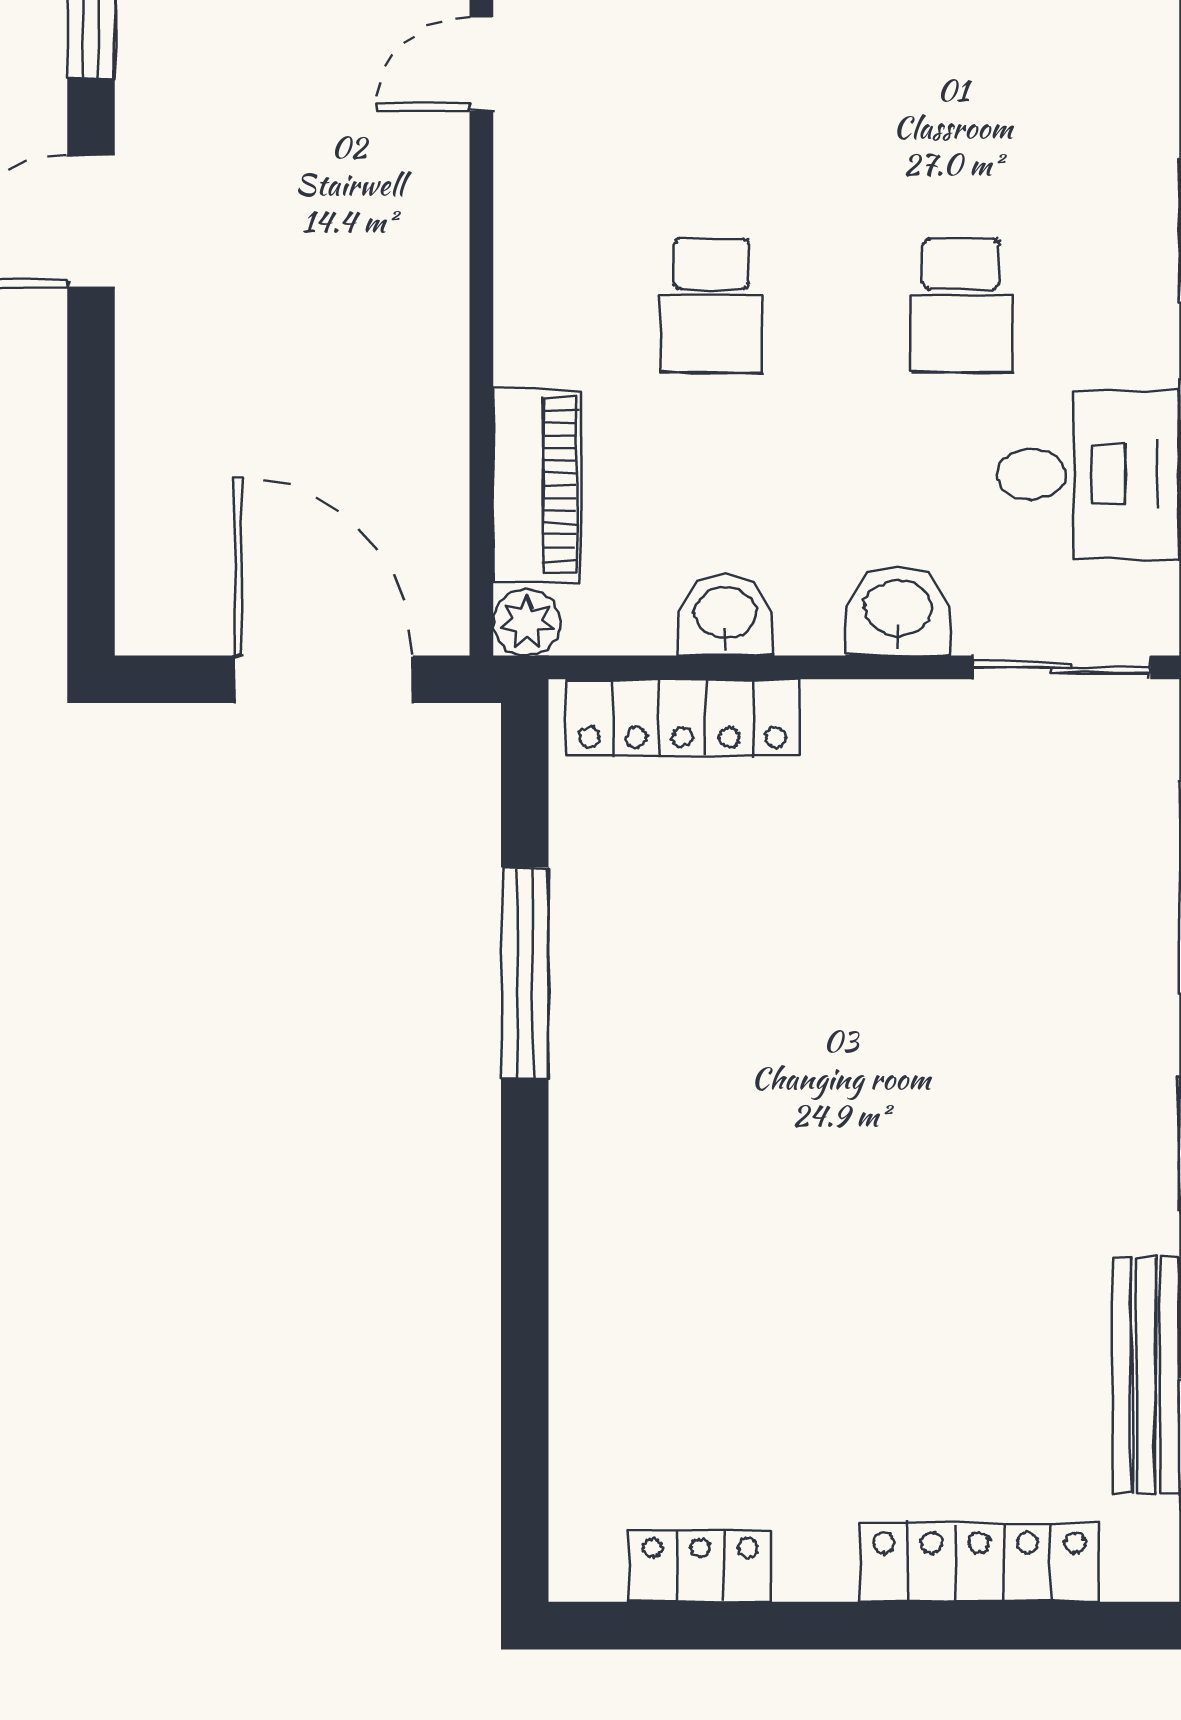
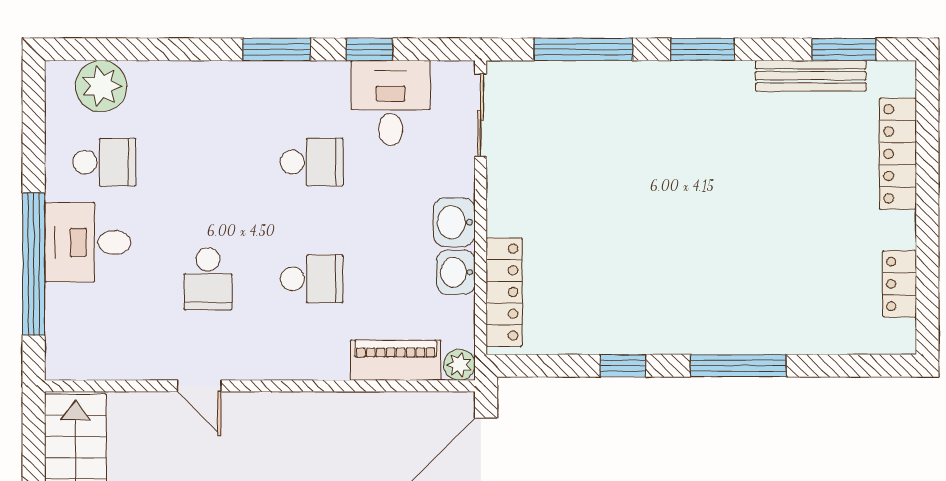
school desk: (711, 83) -> (208, 279), added
washbasin: (898, 611) -> (454, 222), moved
window: (525, 973) -> (623, 366), width x0.46
window: (525, 1220) -> (738, 366), added

